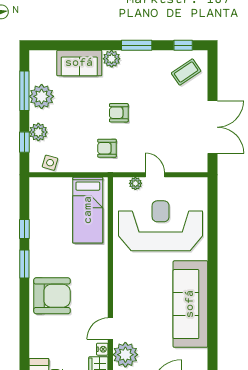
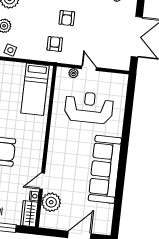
armchair: (119, 113) -> (67, 18), turned -90
armchair: (107, 148) -> (55, 44), turned 90
reception desk: (161, 226) -> (89, 107), width x0.74, depth x0.77

